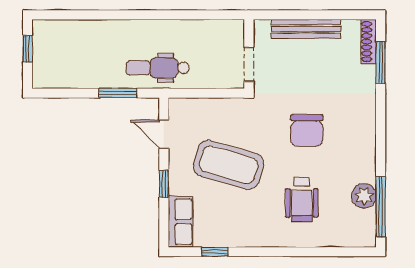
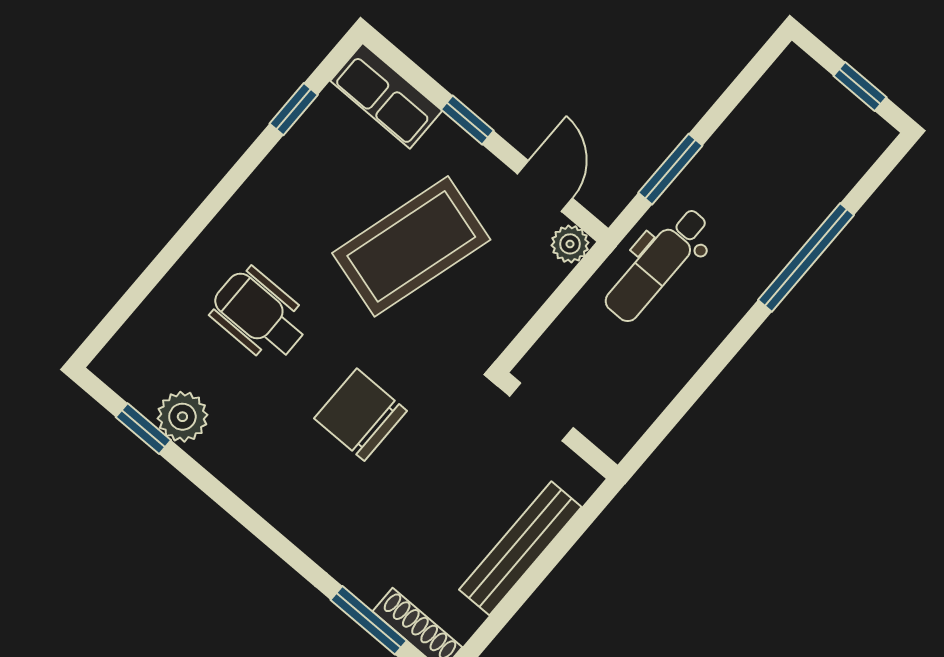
window: (108, 15) -> (806, 258), added
dental chair: (158, 68) -> (657, 265), turned 180
plant: (177, 107) -> (570, 244), added
door: (164, 134) -> (545, 186), hinge flipped
window: (381, 207) -> (143, 429), width x0.46

